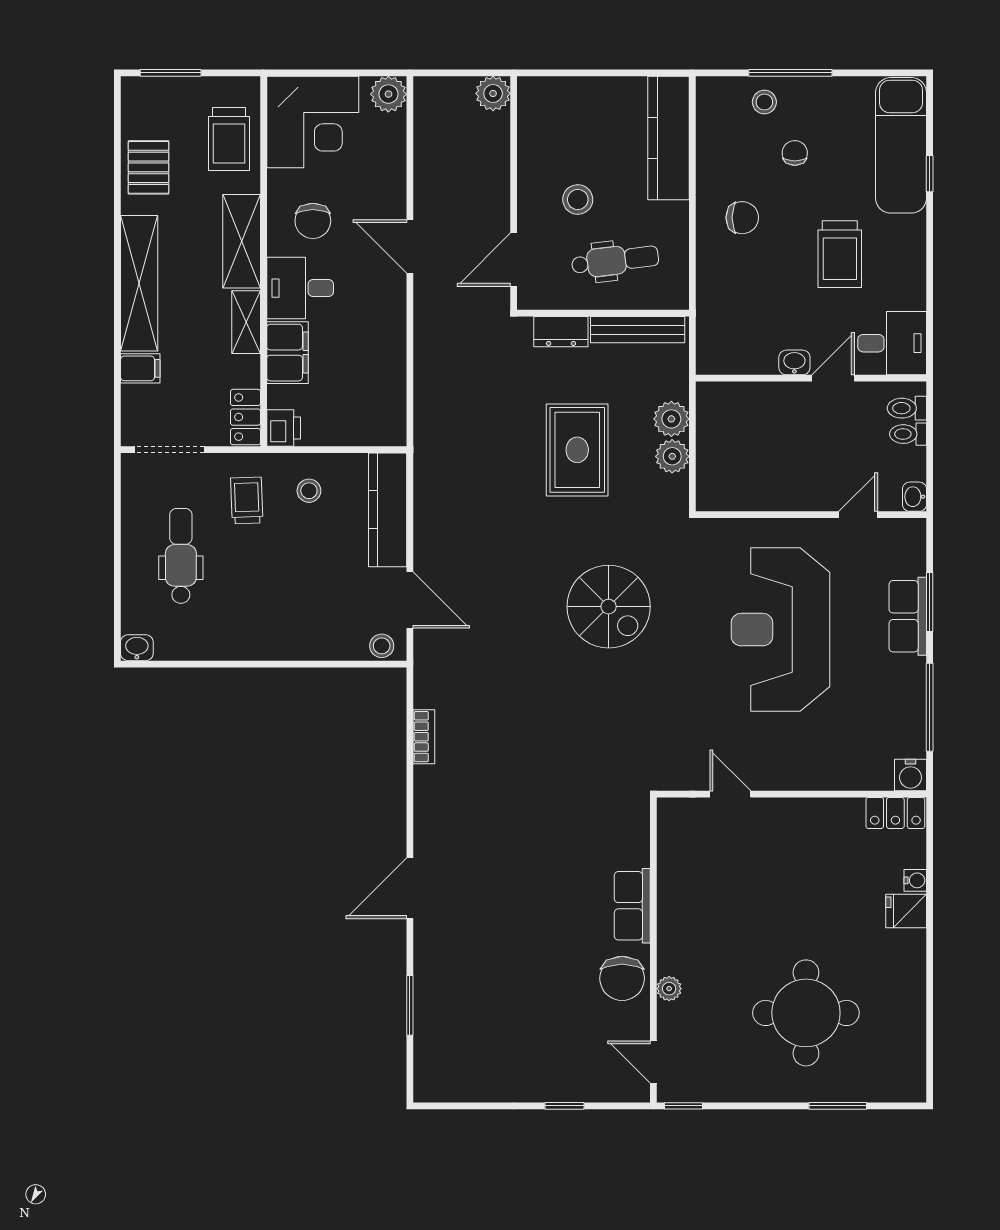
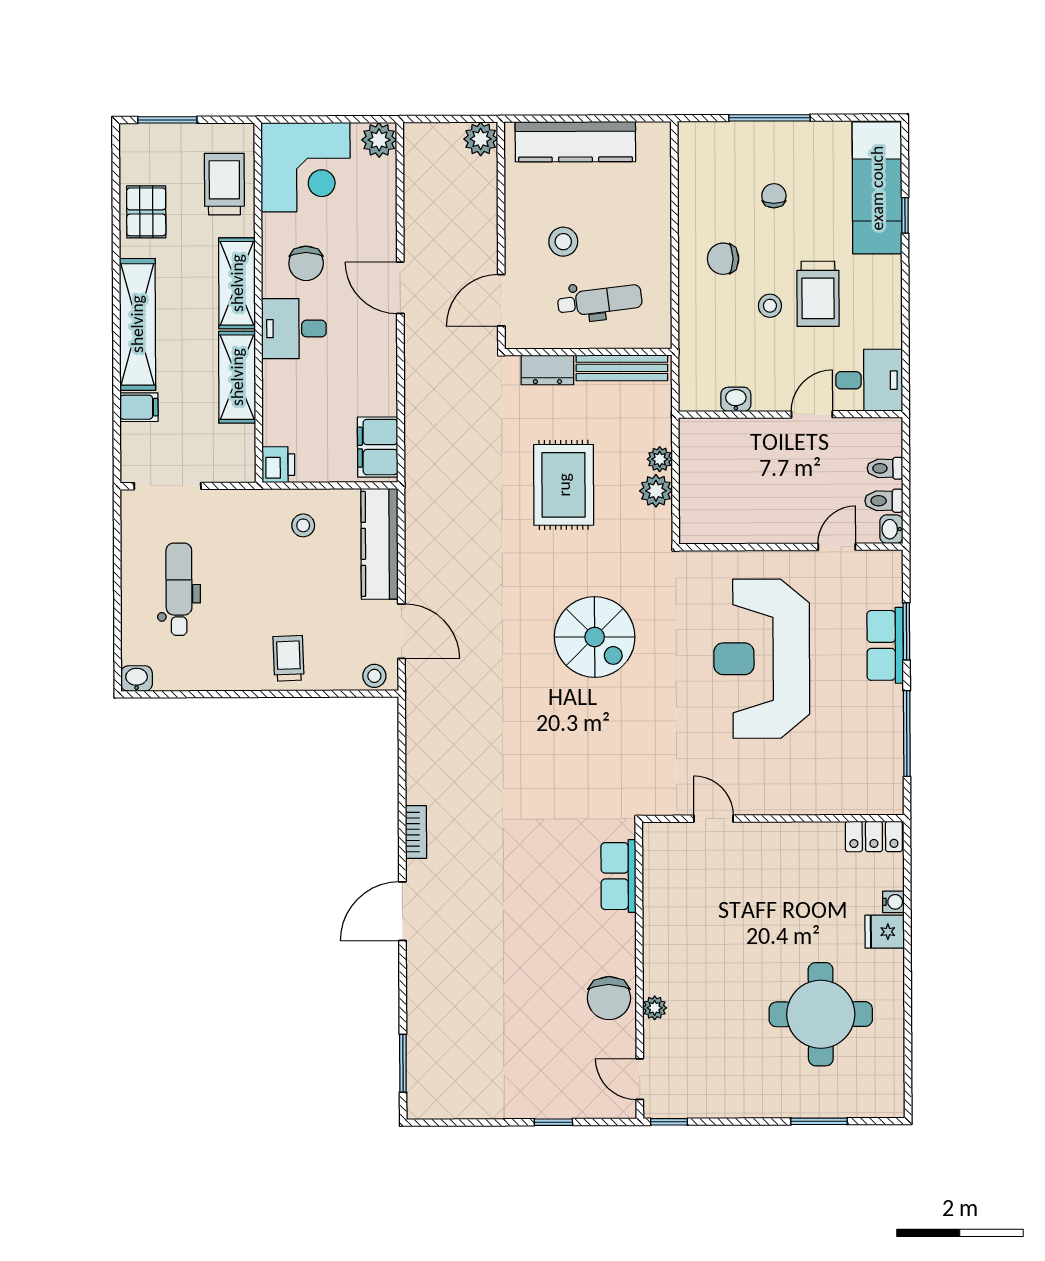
stool: (764, 102) -> (770, 306), moved
kitchen counter: (669, 138) -> (575, 142), moved, turned -90
trolley: (229, 139) -> (224, 184), turned 180
chair: (742, 218) -> (723, 259), turned 180
shelving: (246, 322) -> (237, 377), width x1.50, depth x1.33
filing cabinet: (287, 353) -> (378, 447), moved, turned 180
washbasin: (794, 362) -> (736, 399), moved
toilet: (907, 408) -> (884, 501), moved
locker: (245, 417) -> (241, 454), removed
plant: (671, 419) -> (660, 459), width x0.73, depth x0.73
trolley: (247, 500) -> (289, 658), moved
bookcase: (424, 737) -> (416, 832), moved
water cooler: (911, 775) -> (888, 799), removed
row of seats: (632, 906) -> (618, 876), moved
window: (410, 1005) -> (403, 1063), moved
round table: (806, 1013) -> (821, 1014), moved

